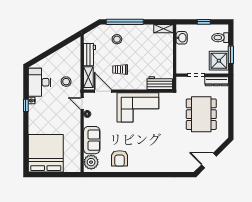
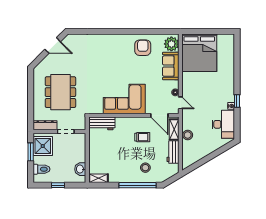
stool: (66, 82) -> (188, 135), moved
bed: (46, 153) -> (199, 53), moved

